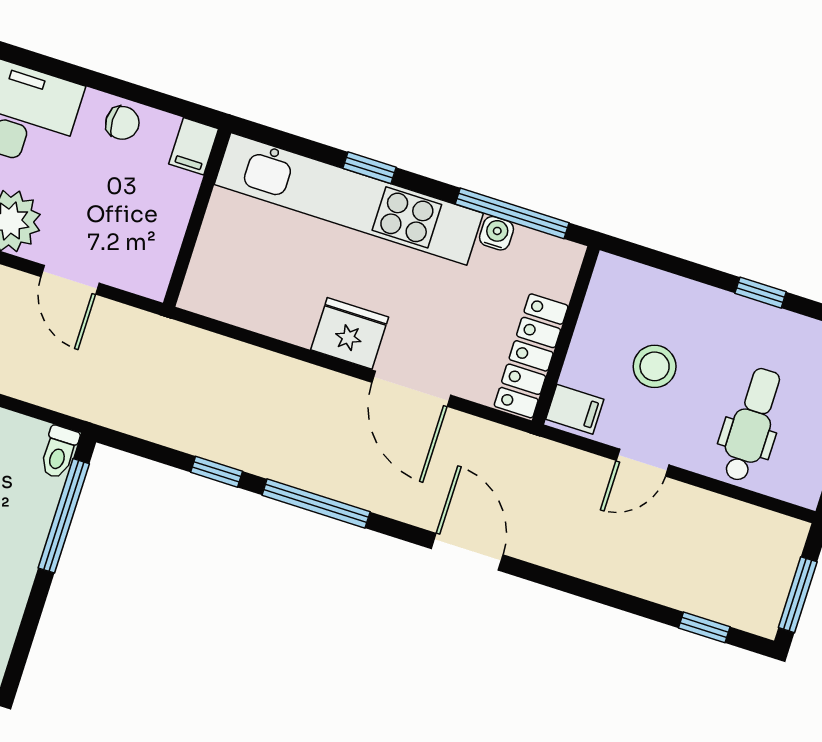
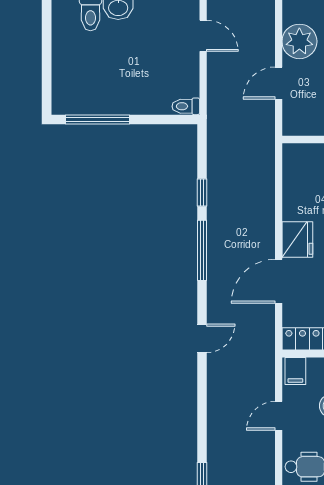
door: (643, 463) -> (279, 416), hinge flipped
window: (64, 516) -> (98, 119), moved
door: (467, 552) -> (202, 338), width x0.73

